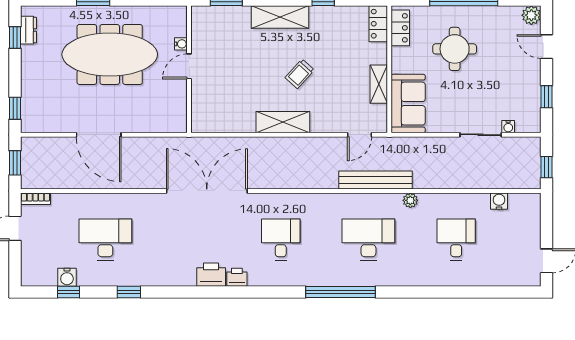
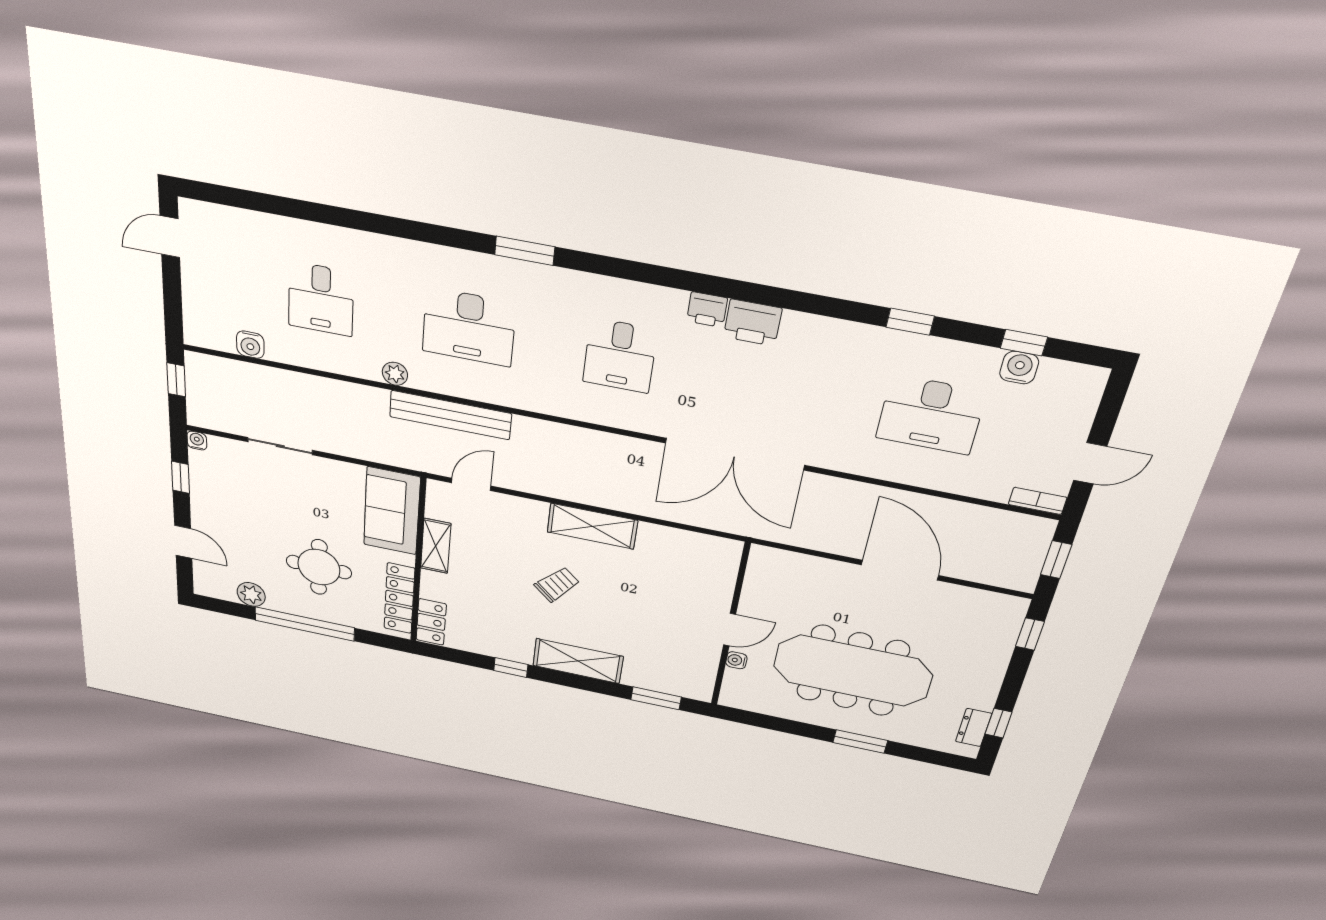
plant: (531, 15) -> (251, 594), moved
locker: (400, 28) -> (399, 598), width x1.53
water cooler: (508, 127) -> (197, 441), moved
window: (341, 292) -> (525, 251), width x0.47

